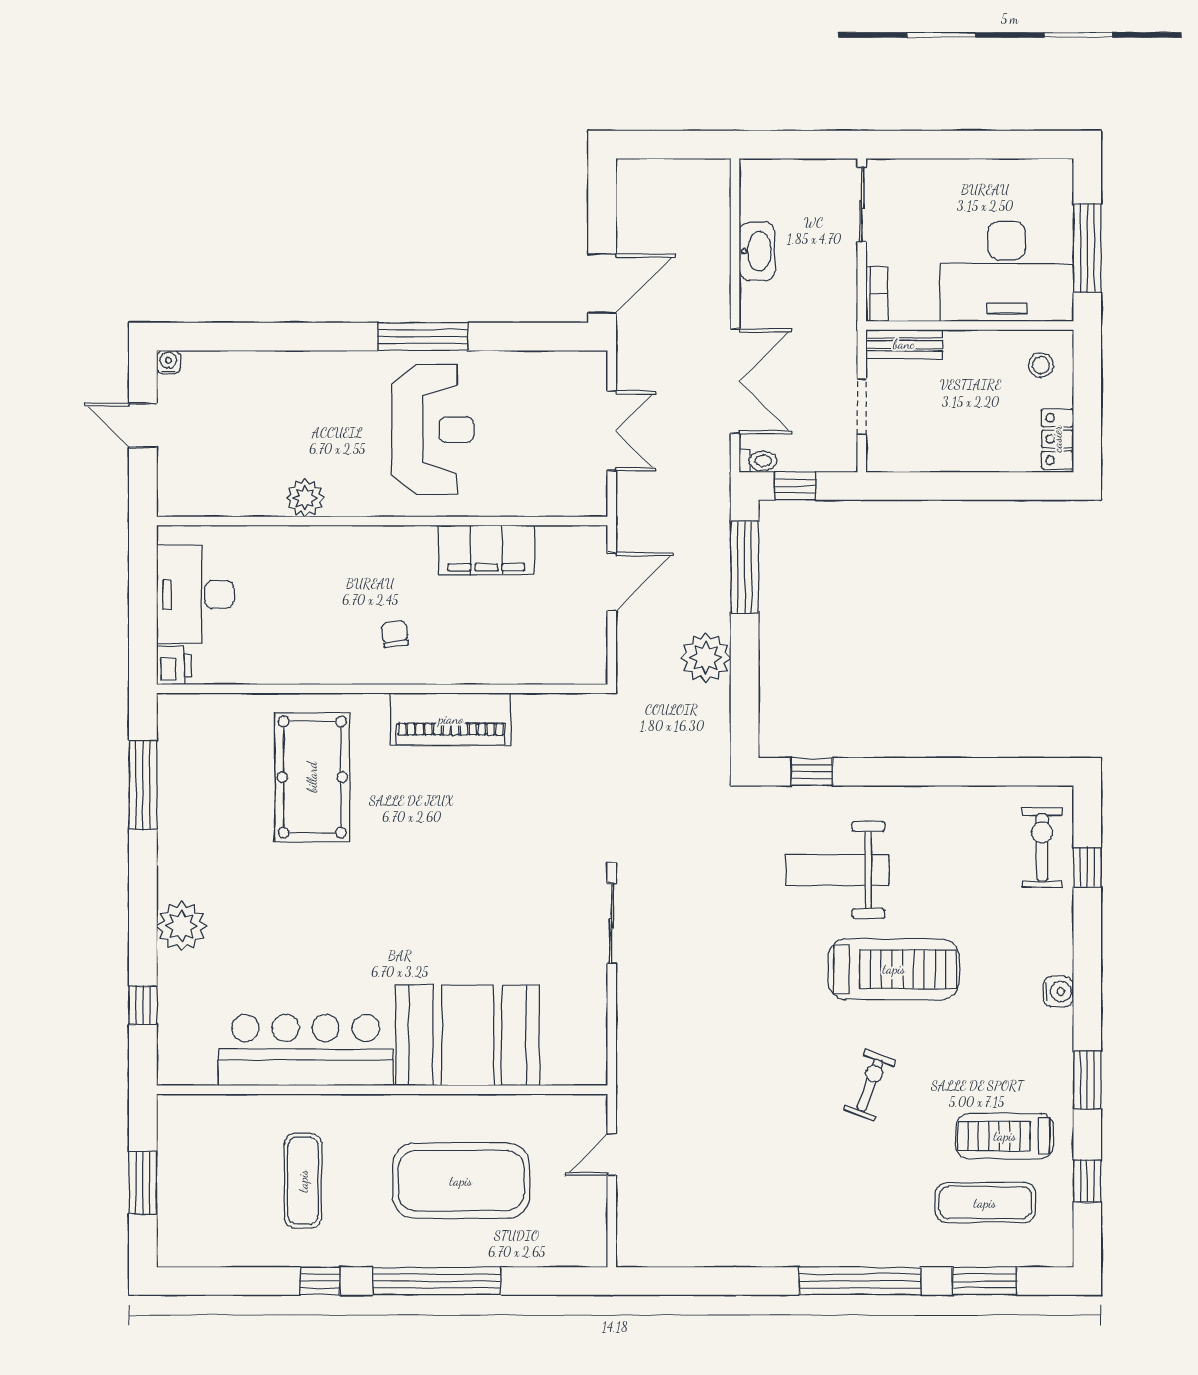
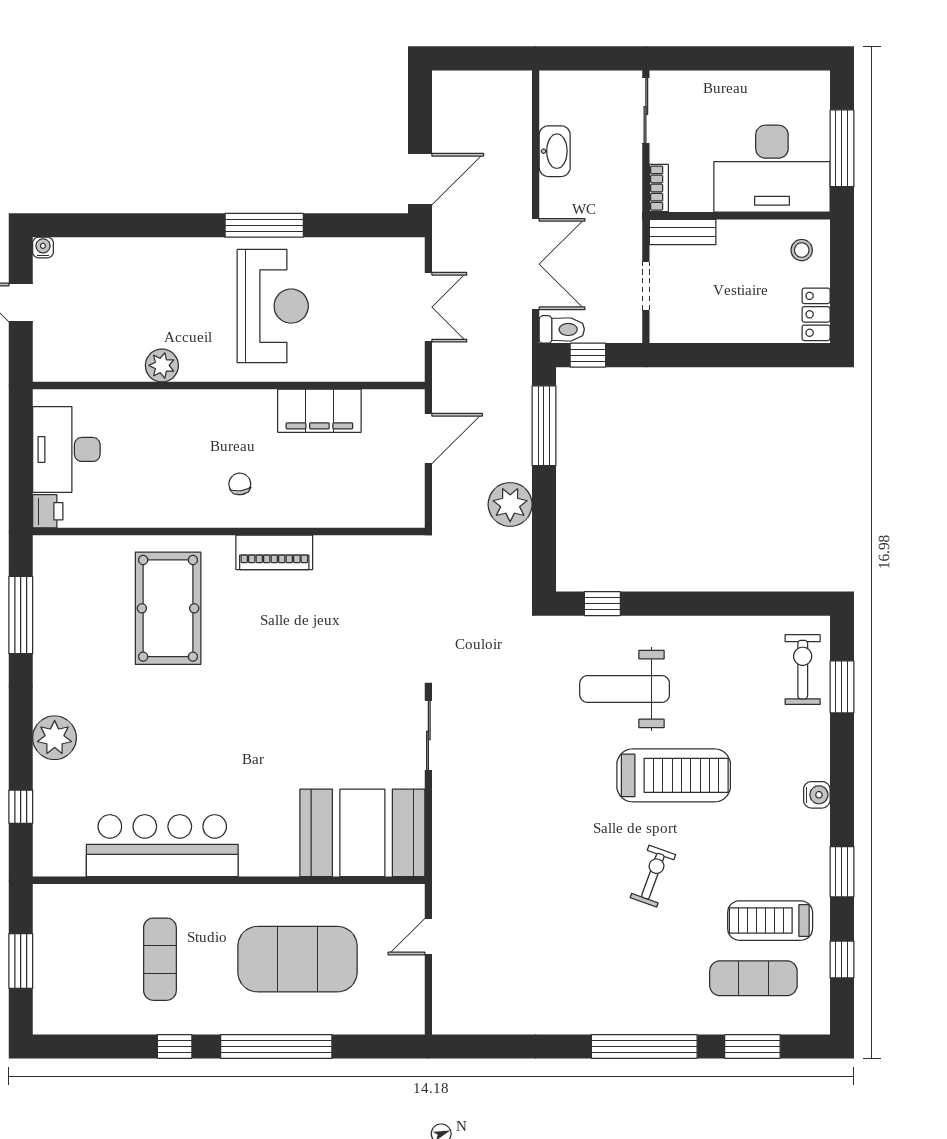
toilet: (758, 461) -> (562, 329), width x1.37, depth x1.39
piano: (451, 719) -> (274, 552), width x0.73, depth x0.75
window: (1087, 867) -> (842, 687), width x1.50
booth: (468, 1035) -> (362, 833), moved

